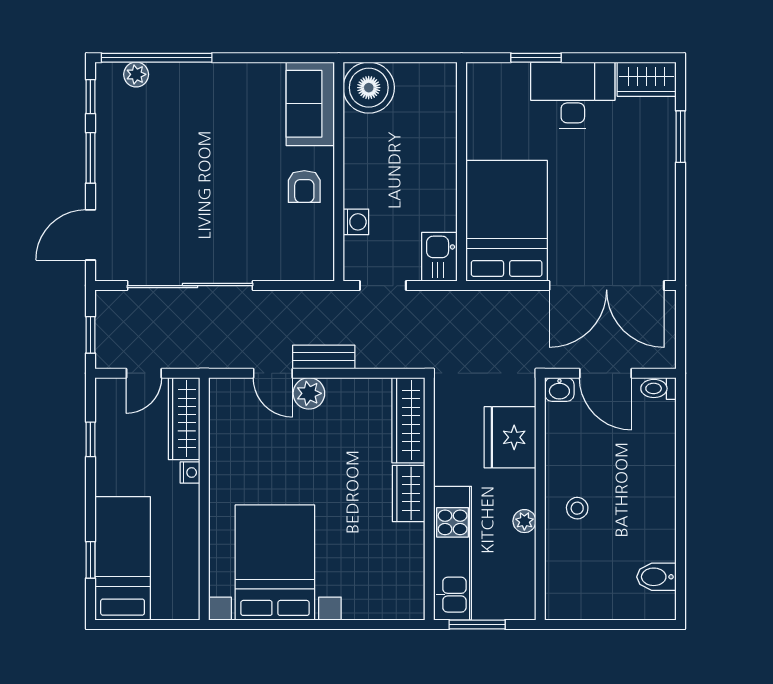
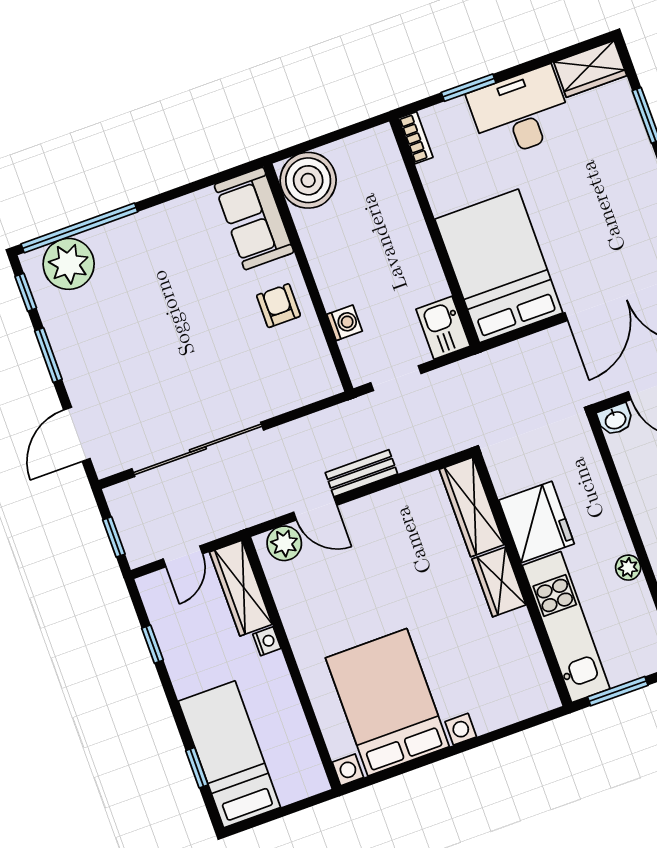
plant: (136, 74) -> (69, 264), width x1.87, depth x1.87
bookcase: (475, 84) -> (416, 138), added
armchair: (304, 187) -> (279, 306), turned 180
plant: (309, 393) -> (284, 543), moved
fridge: (510, 437) -> (536, 522), moved, turned 180

